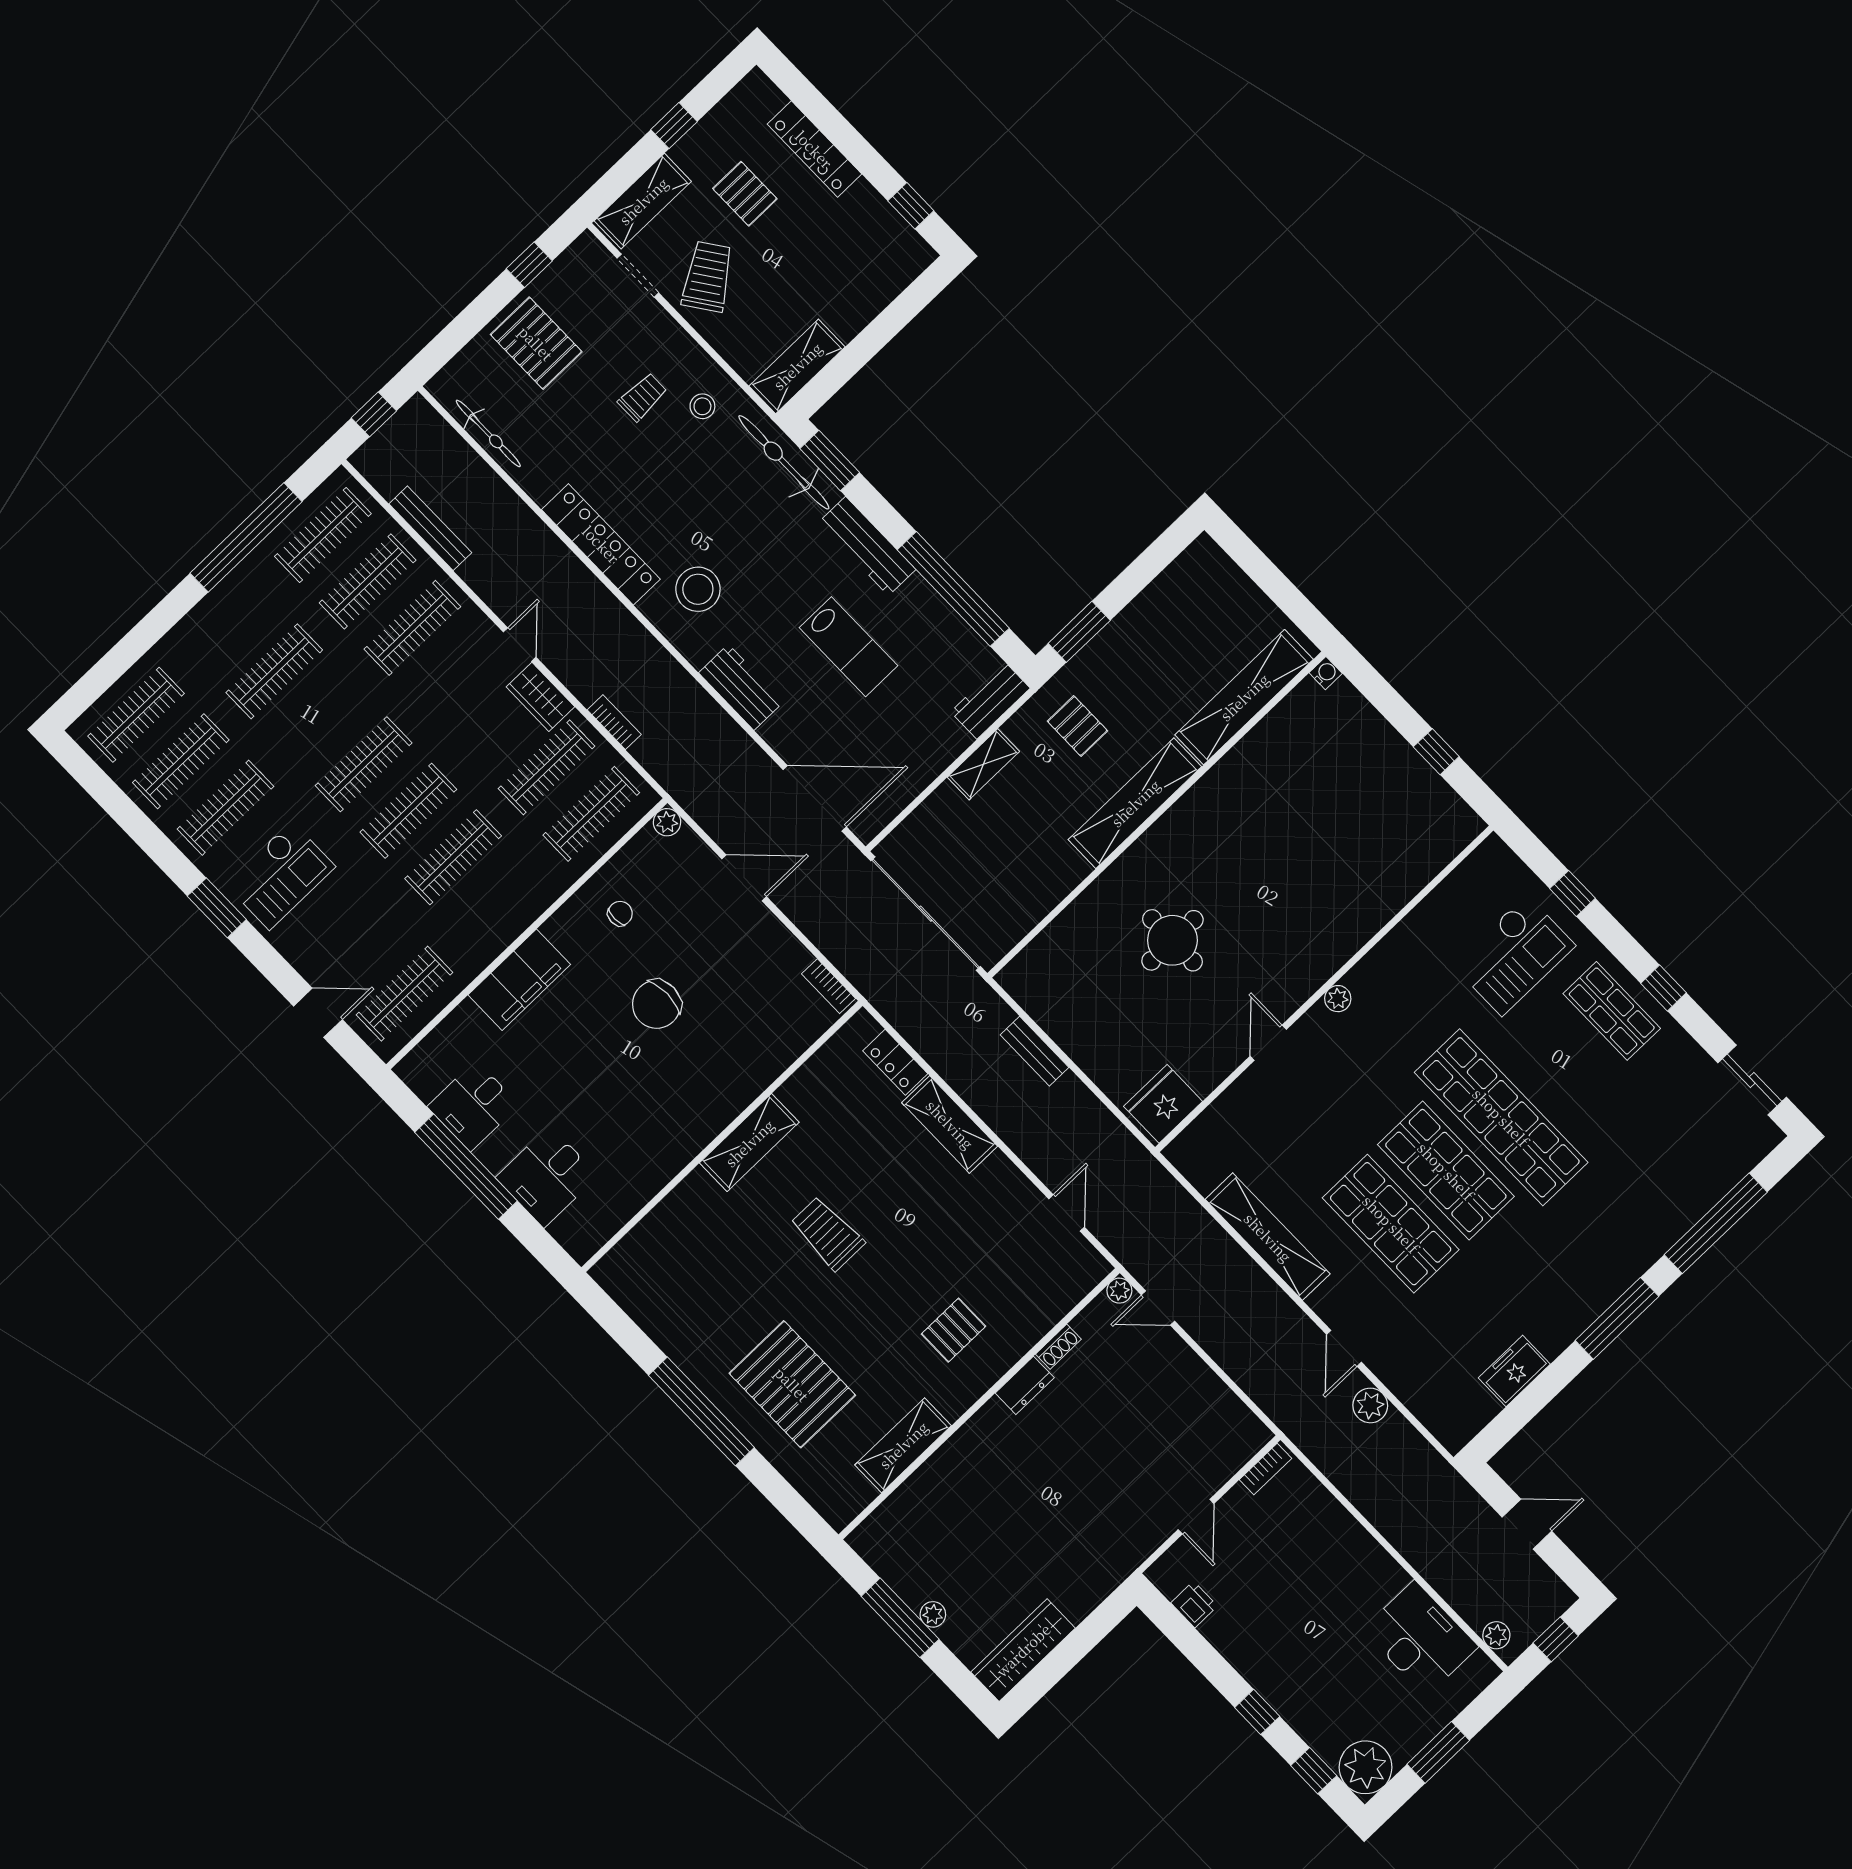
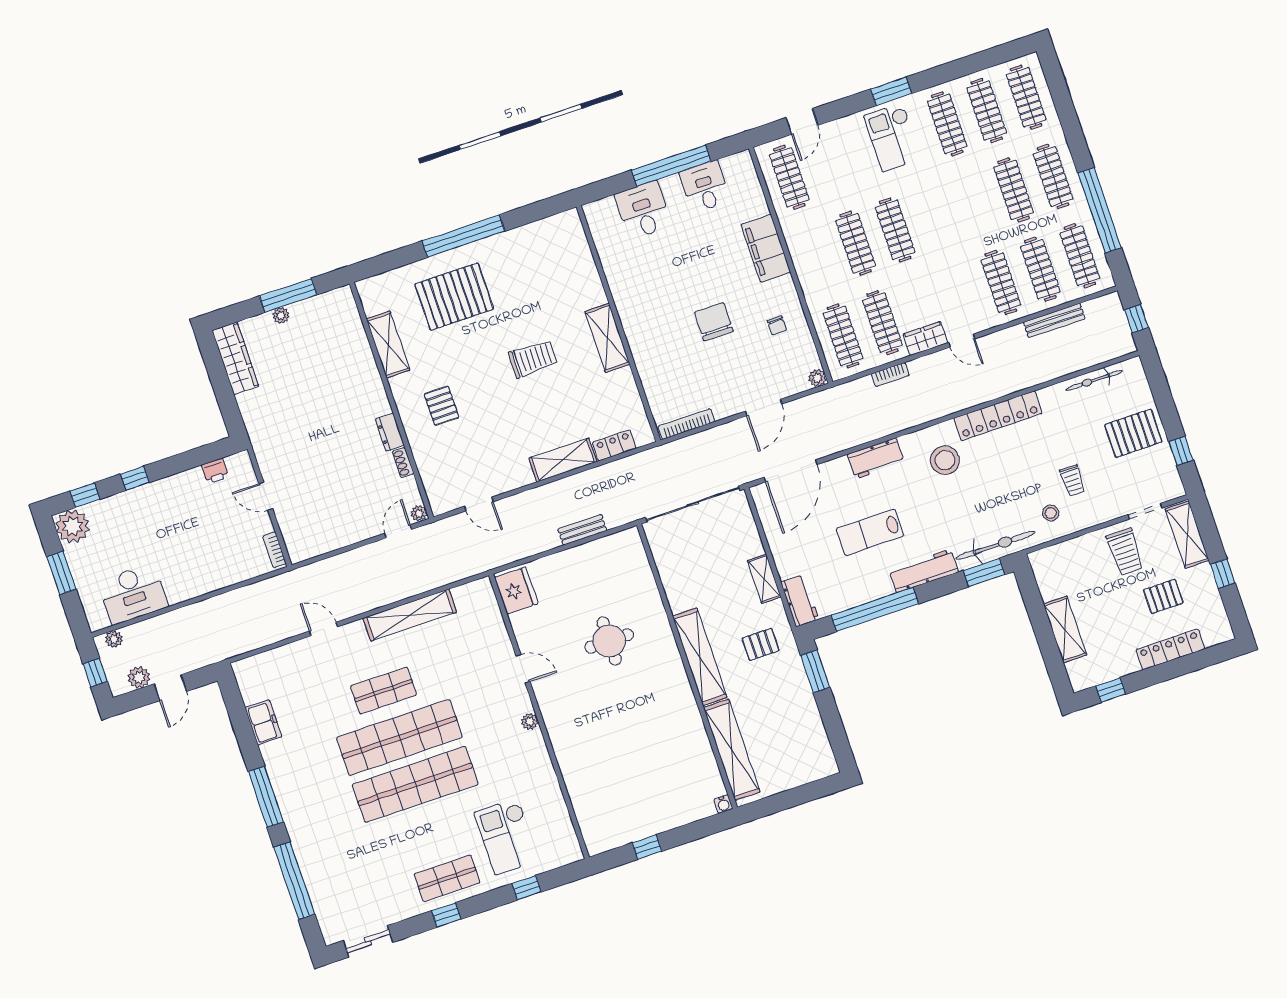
trolley: (708, 277) -> (1125, 552), turned 35
shelving: (797, 366) -> (1065, 629), moved
clothes rail: (364, 764) -> (1053, 176), moved
bookcase: (828, 986) -> (686, 424), width x1.56
shop shelf: (1446, 1171) -> (399, 737), width x1.40
shop shelf: (1391, 1224) -> (384, 691), width x0.70, depth x0.74
plant: (1370, 1405) -> (139, 677), moved

